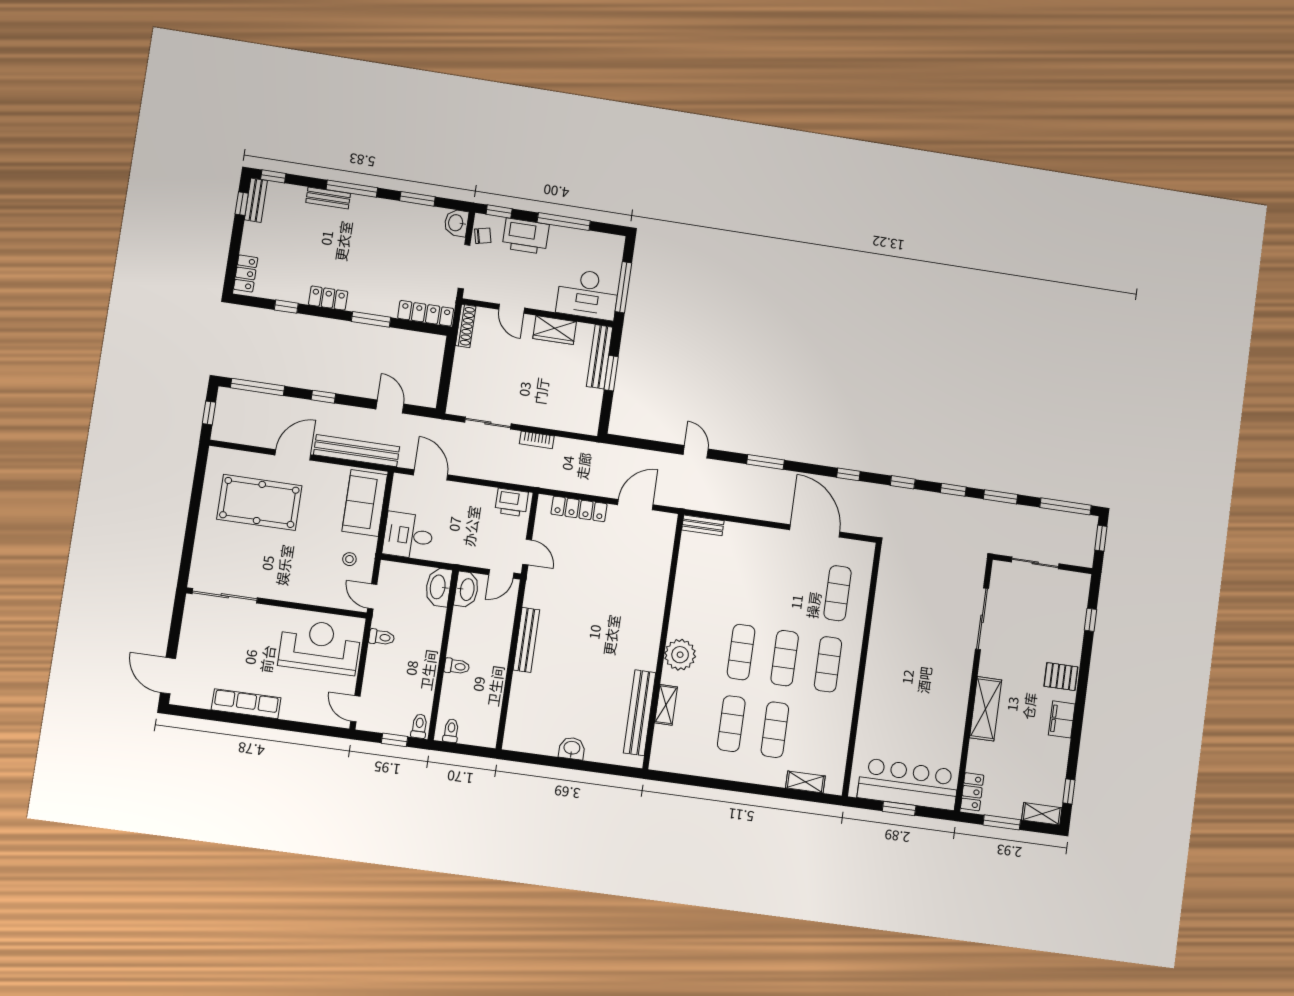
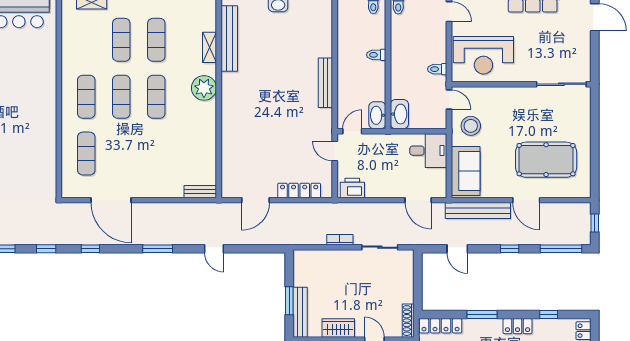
door: (293, 455) -> (526, 200), hinge flipped
stool: (349, 559) -> (471, 126), width x1.89, depth x1.89

